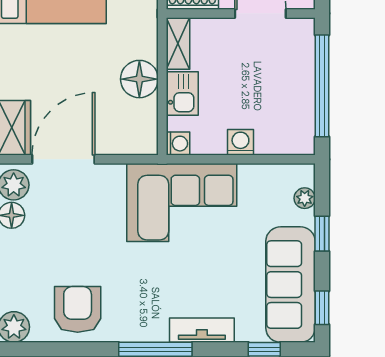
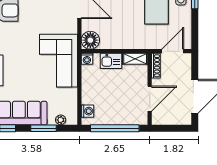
floor lamp: (139, 79) -> (90, 40), moved
washing machine: (240, 142) -> (87, 111), moved
window: (322, 234) -> (43, 128), width x1.50

